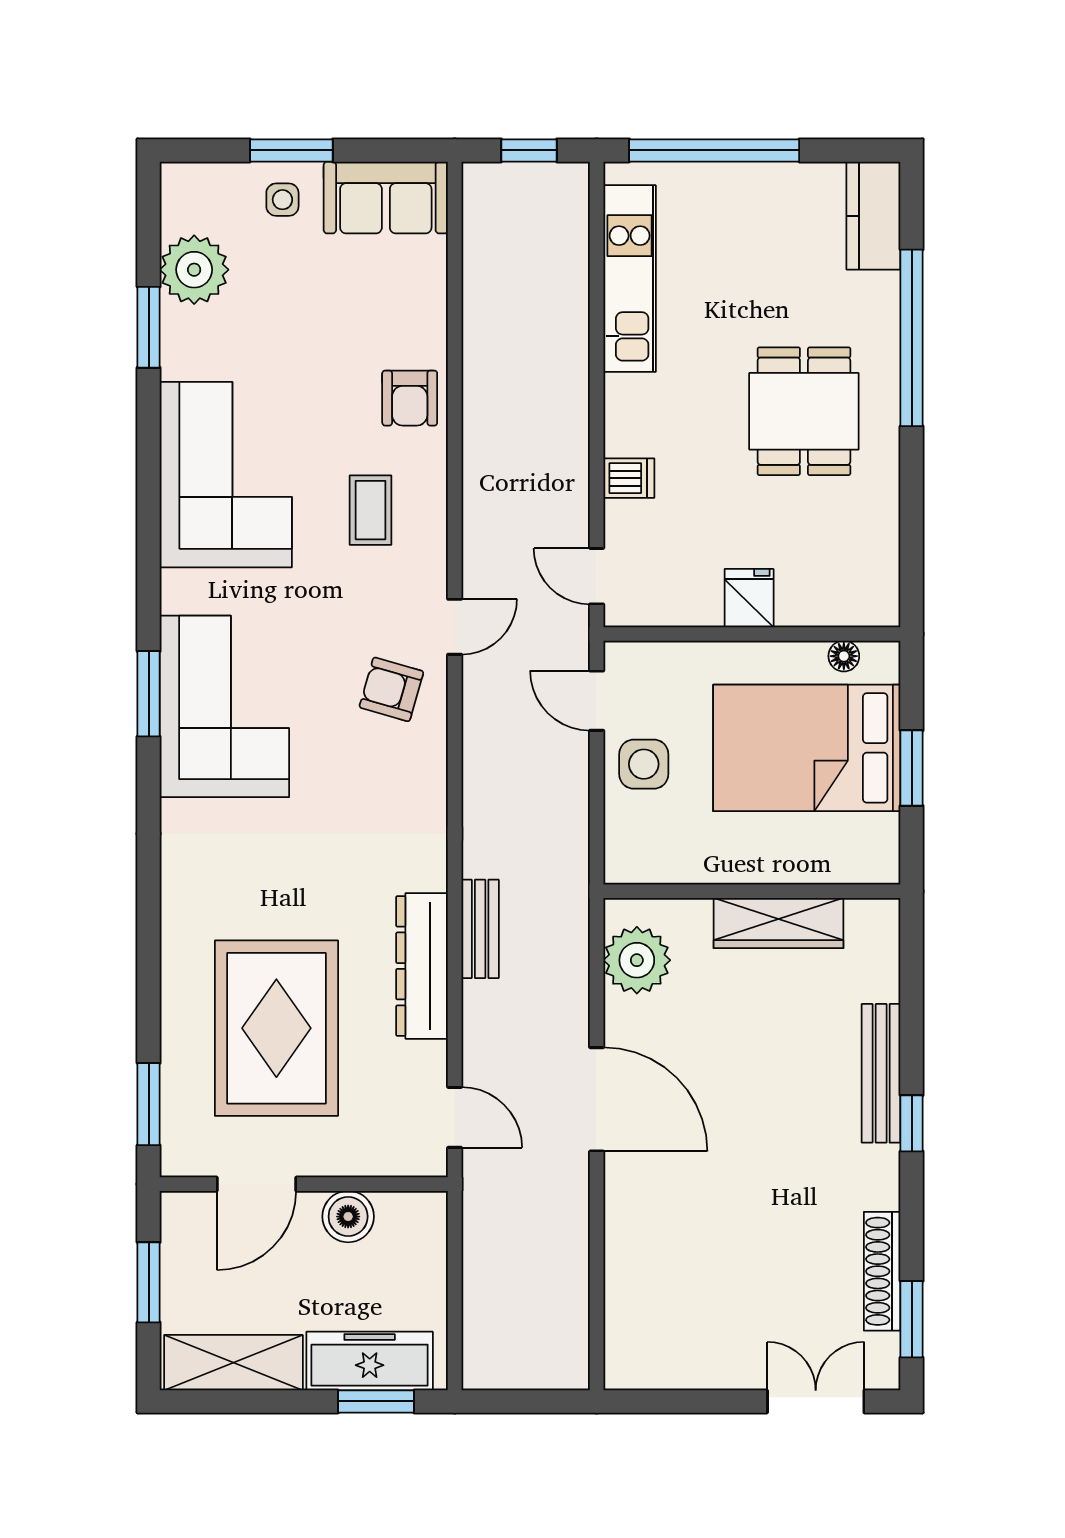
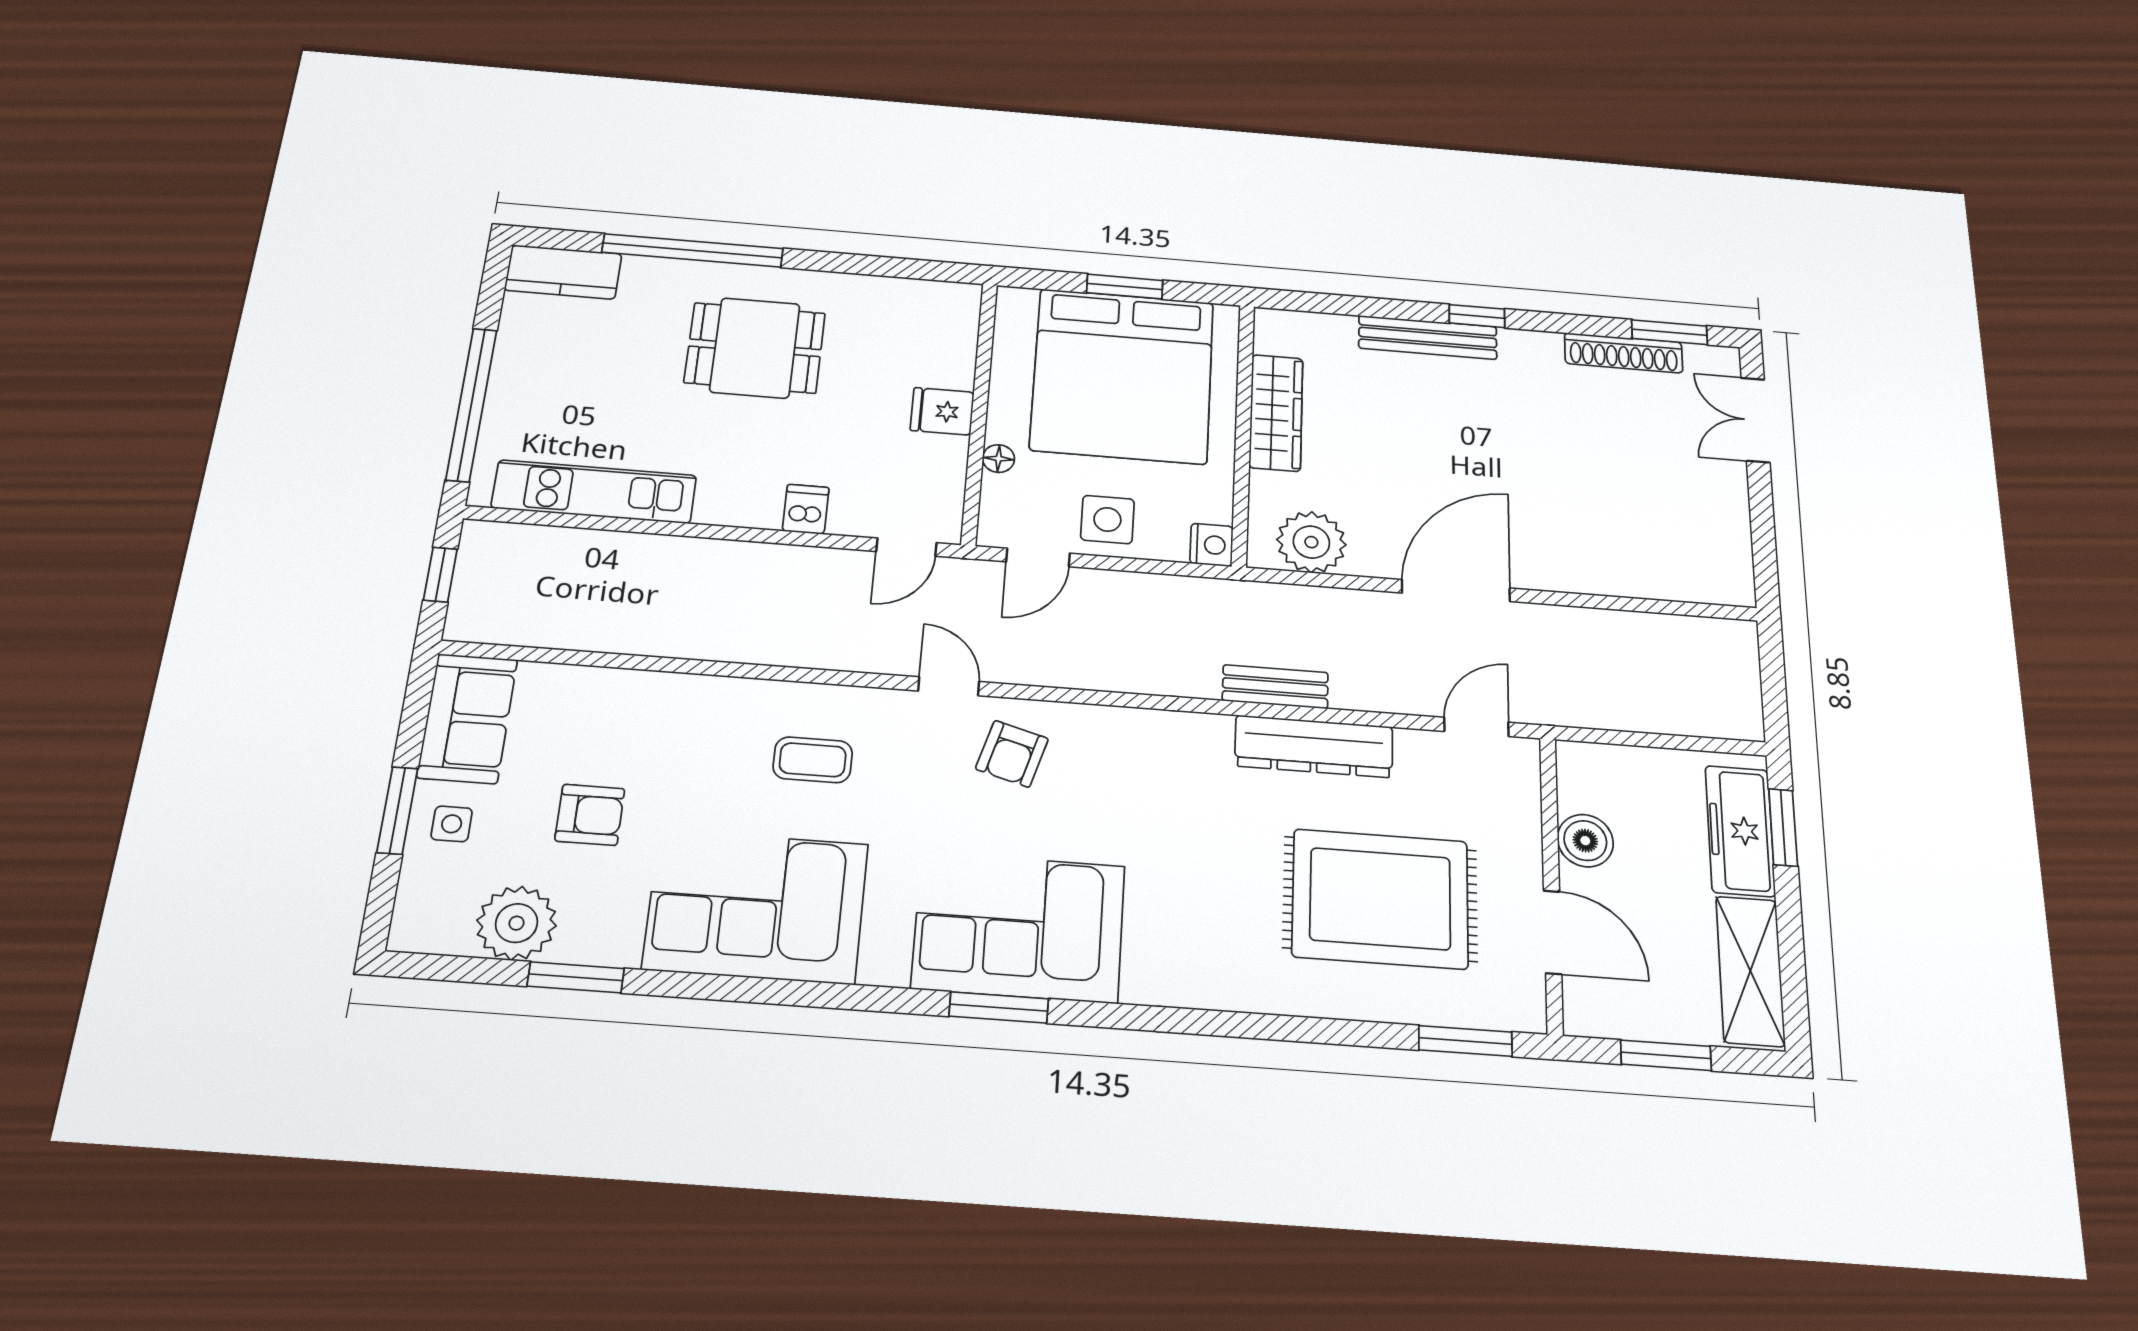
armchair: (410, 398) -> (590, 815), moved
floor lamp: (844, 656) -> (998, 459), moved
bed: (807, 748) -> (1123, 376), width x1.36
nightstand: (625, 865) -> (1211, 545), added

